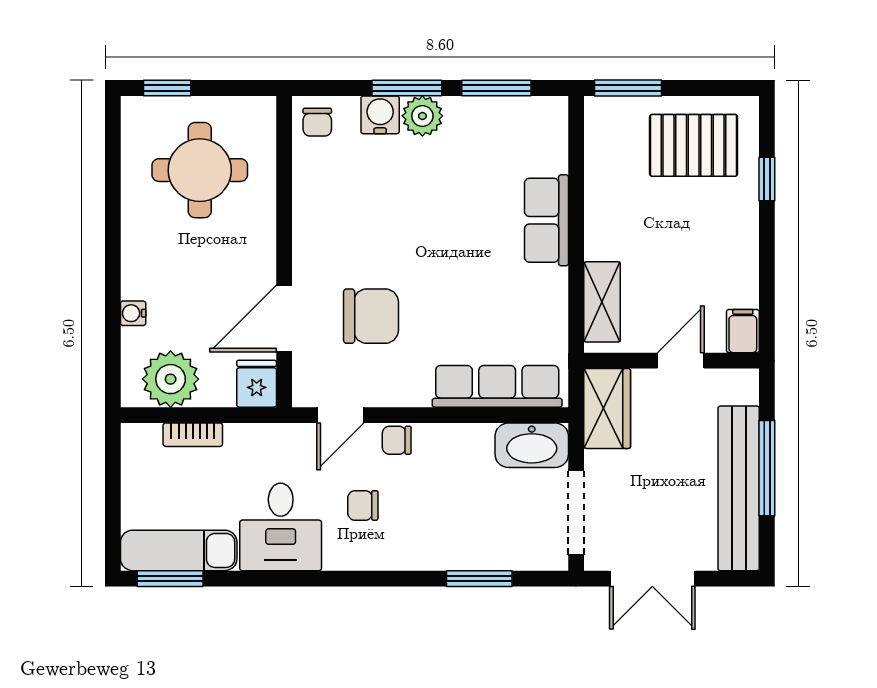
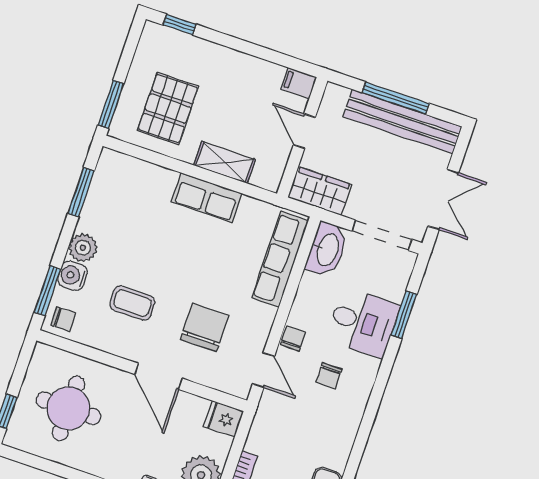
window: (407, 88) -> (47, 291), moved
pallet: (694, 145) -> (168, 109), moved
window: (767, 179) -> (180, 25), moved
coffee table: (371, 208) -> (132, 303), added
row of seats: (546, 220) -> (207, 198), moved
shelving: (602, 302) -> (224, 162), moved
door: (284, 319) -> (159, 376), moved
chair: (397, 440) -> (293, 338), turned 180
desk: (281, 527) -> (363, 322), moved

